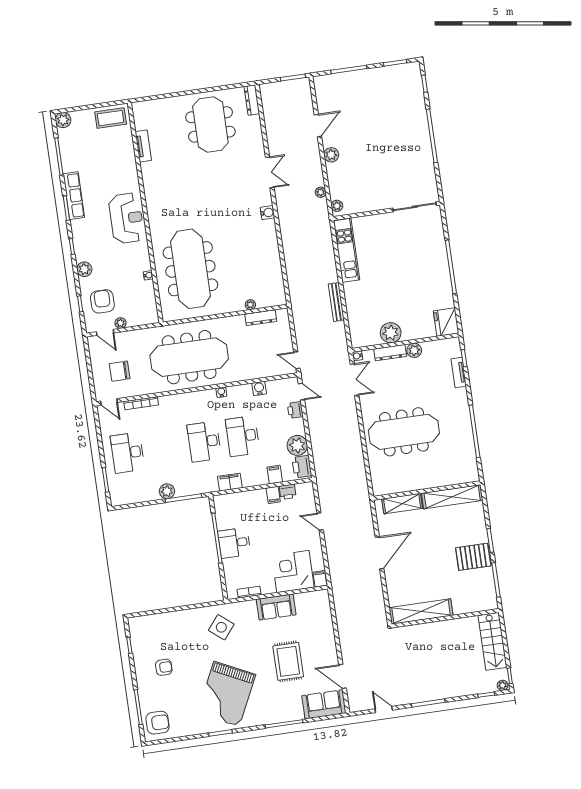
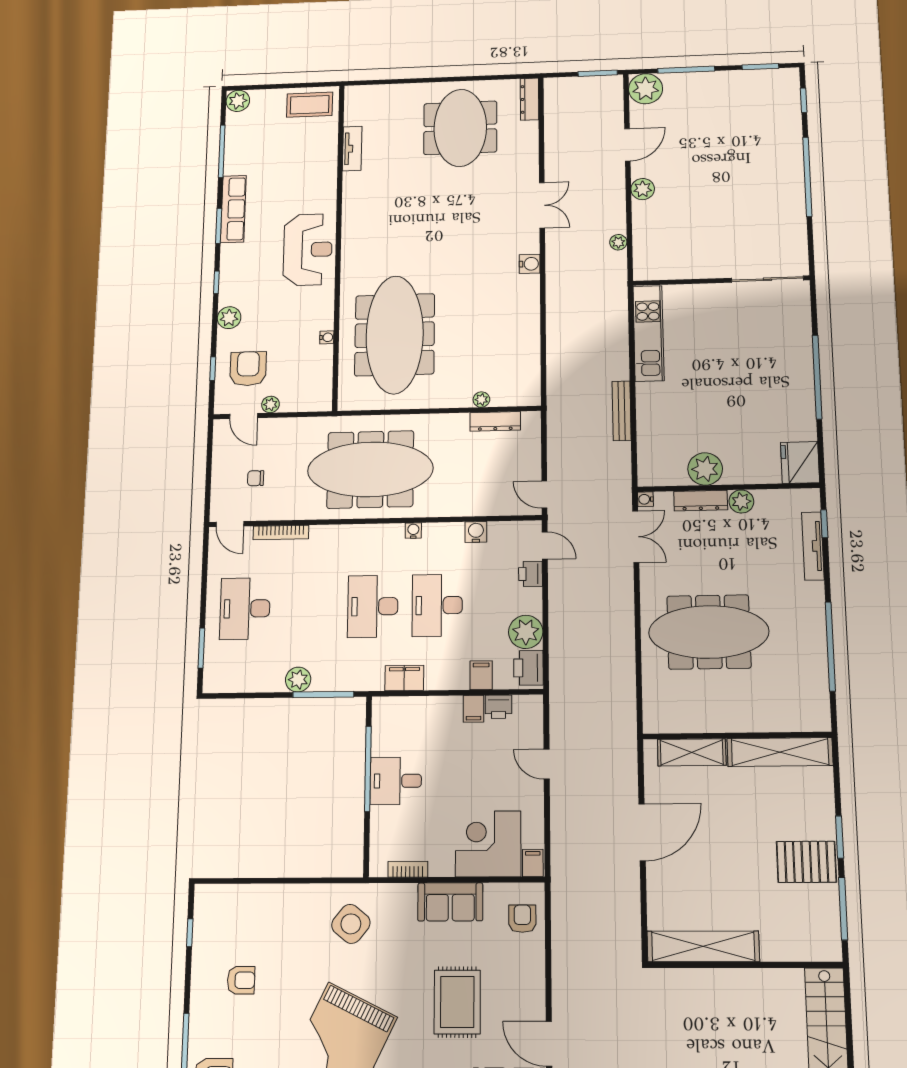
plant: (337, 206) -> (646, 89), moved, width x1.87, depth x1.87
chair: (120, 371) -> (256, 478), width x0.54, depth x0.54
tv unit: (459, 373) -> (813, 546), width x1.41
armchair: (318, 611) -> (522, 919), added

